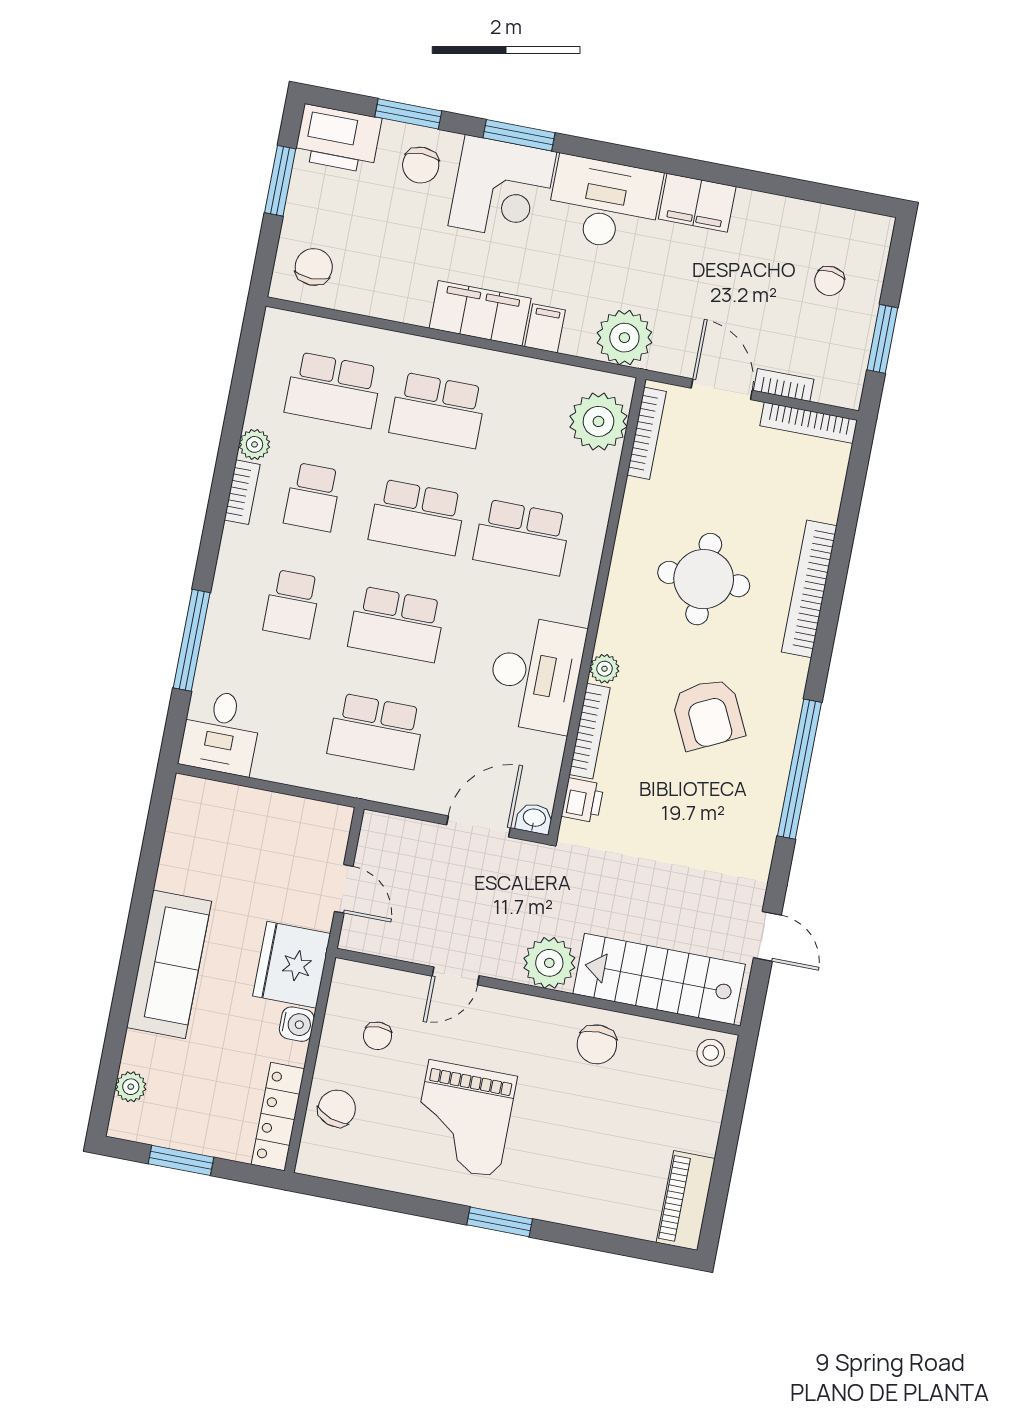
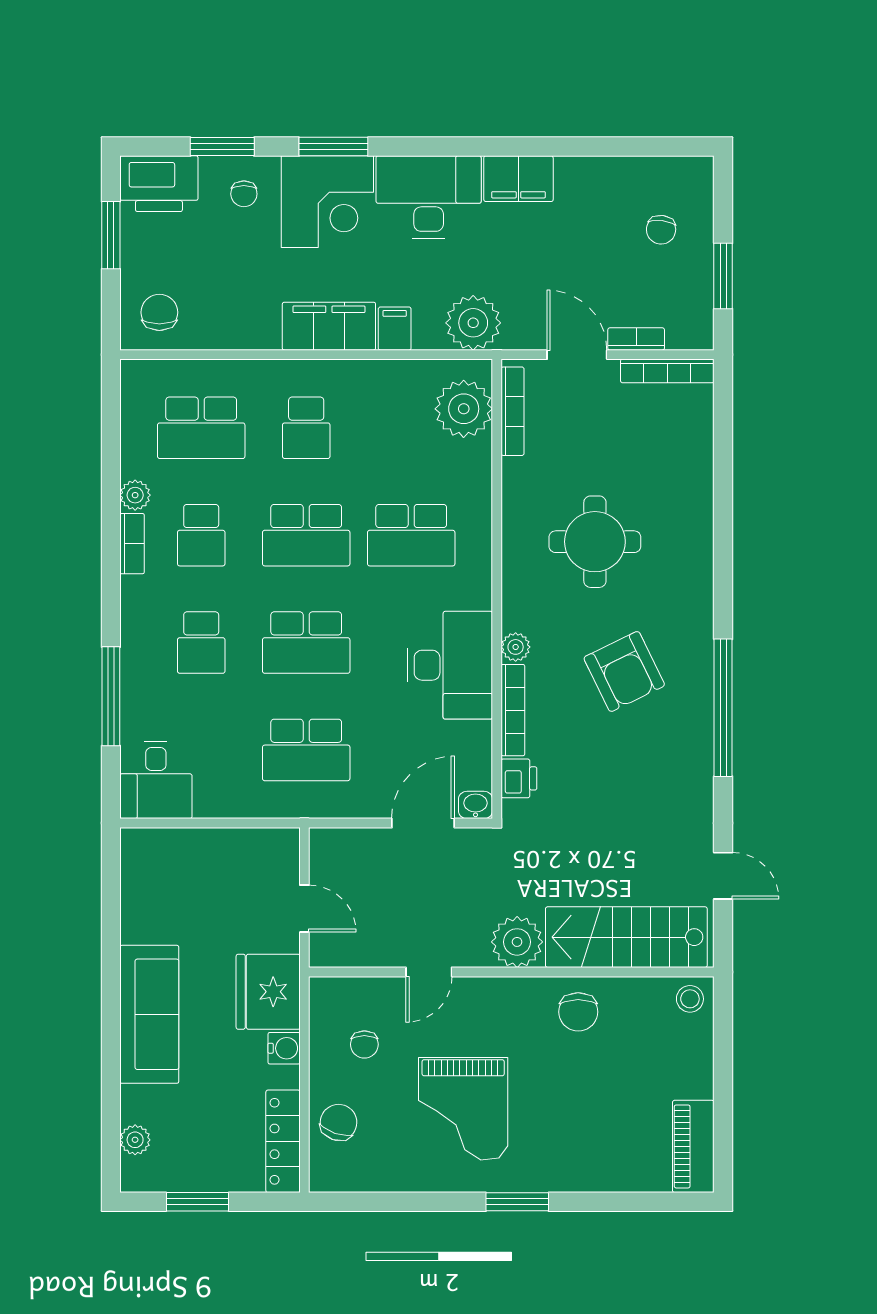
chair: (421, 165) -> (244, 194), width x0.73, depth x0.73
school desk: (438, 410) -> (306, 428), width x0.54
bookcase: (809, 589) -> (699, 531), removed

